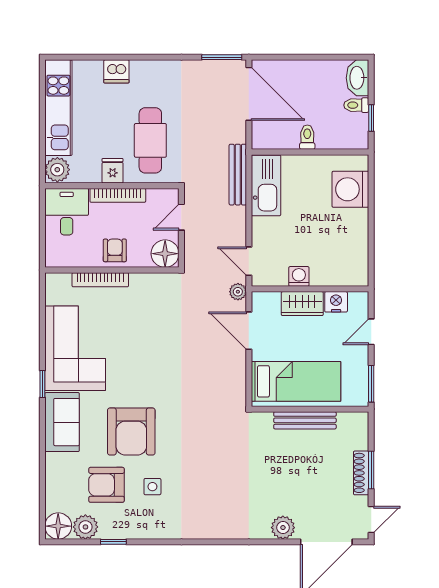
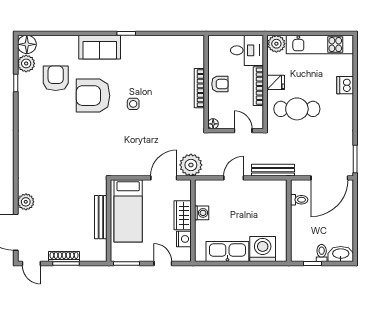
toilet: (307, 137) -> (299, 200), moved
kitchen sink: (266, 185) -> (227, 252), moved, turned 180
floor lamp: (165, 254) -> (213, 124), width x0.53, depth x0.53
door: (249, 261) -> (234, 178), moved
bookcase: (100, 280) -> (199, 88), moved
plant: (238, 292) -> (191, 165), width x1.87, depth x1.87
corner sofa: (75, 348) -> (151, 56), removed
side table: (152, 487) -> (133, 104), moved

